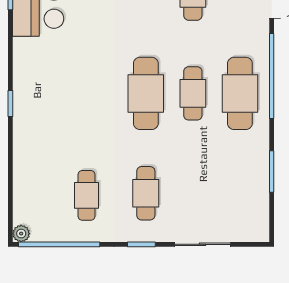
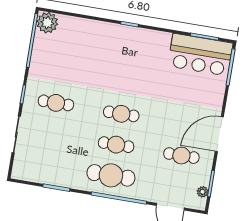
cafe table: (146, 93) -> (121, 114), width x0.73, depth x0.74
cafe table: (86, 195) -> (61, 64), removed
plant: (21, 234) -> (47, 23), width x1.88, depth x1.88

